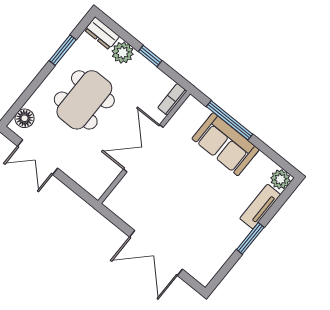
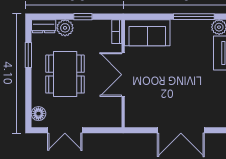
window: (230, 120) -> (194, 17), moved
sofa: (226, 144) -> (147, 33), moved

